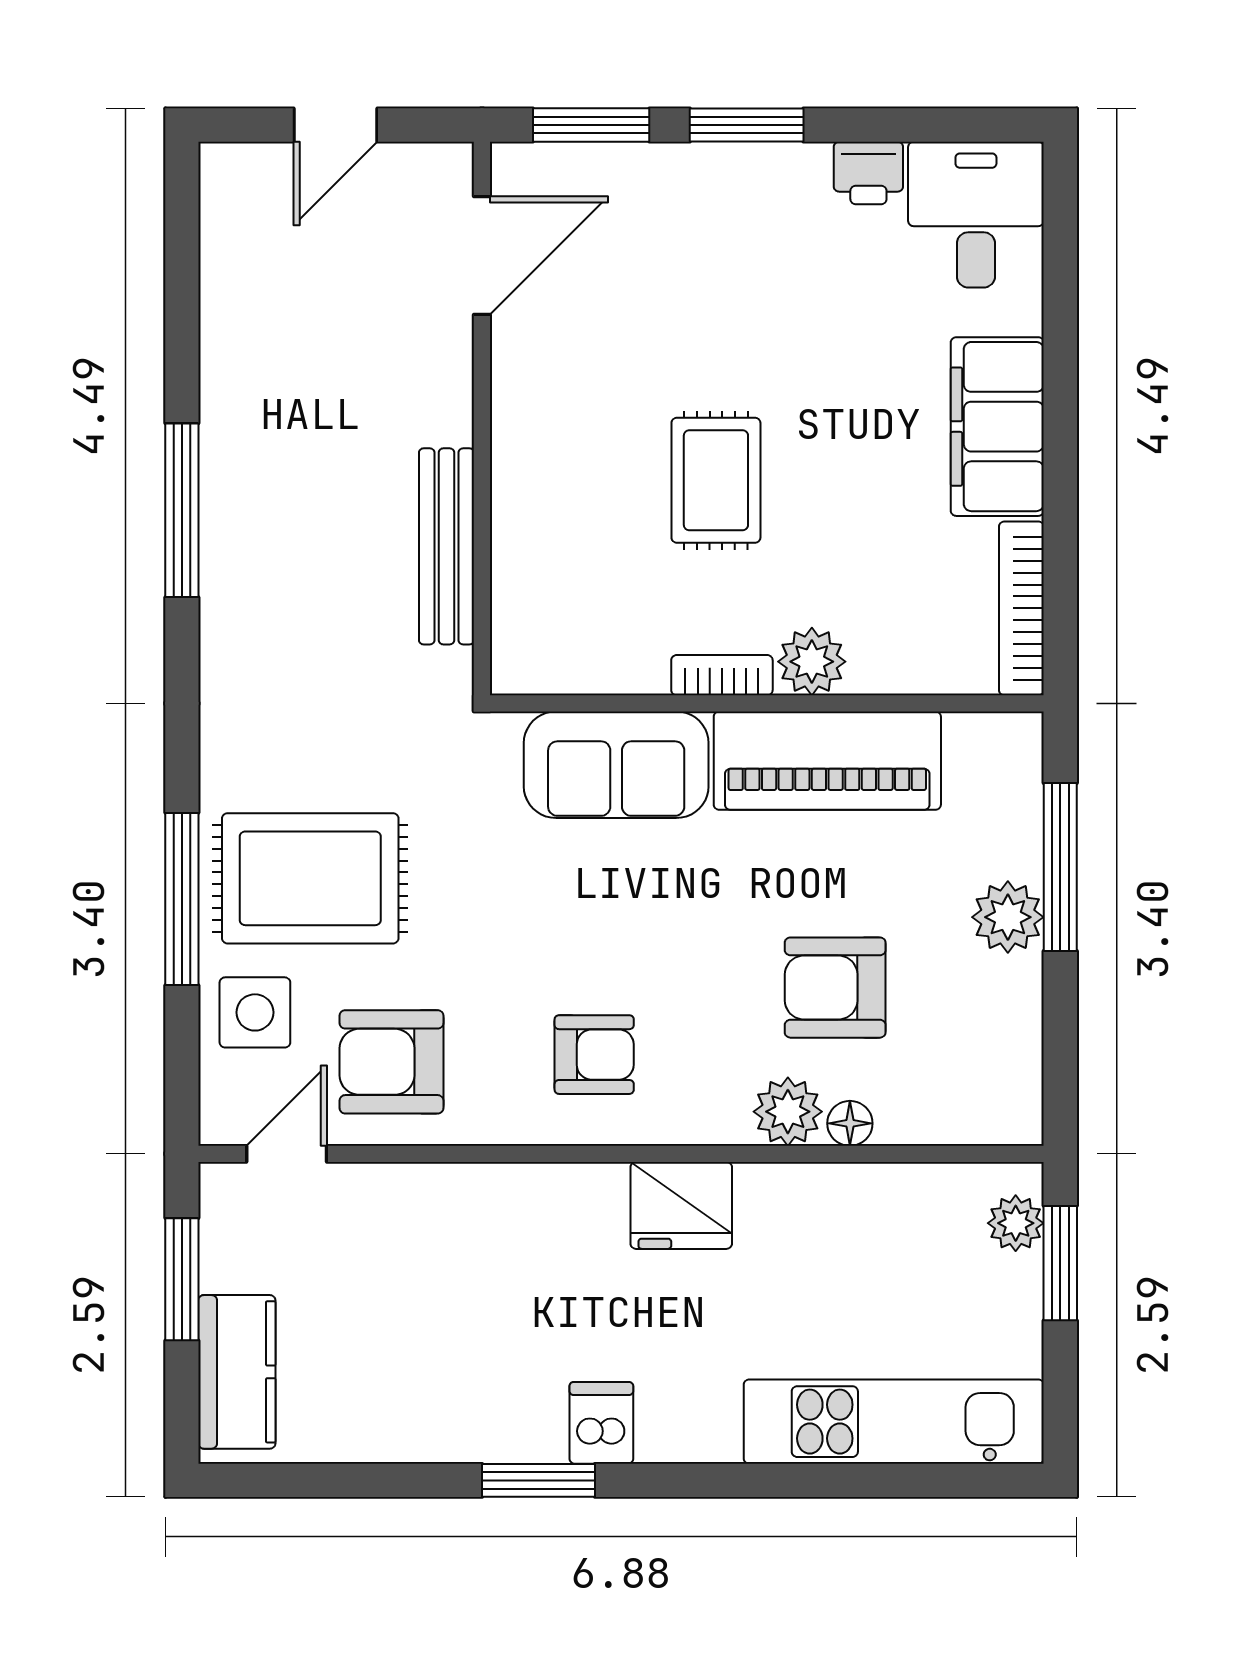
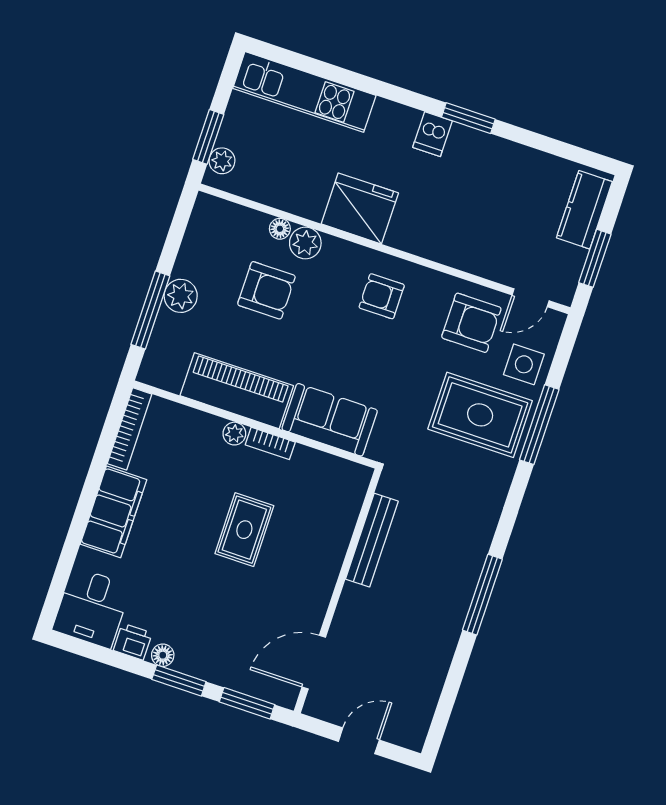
floor lamp: (797, 166) -> (163, 655), added
plant: (812, 662) -> (234, 434), width x0.73, depth x0.73
fridge: (681, 1205) -> (360, 208), width x1.36, depth x1.34

